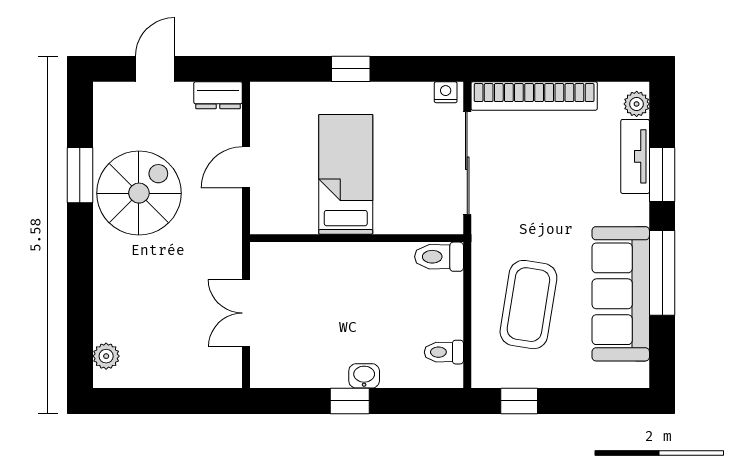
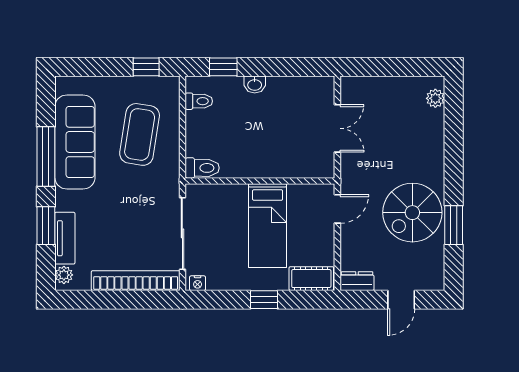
cot: (283, 99) -> (311, 279), added
door: (246, 167) -> (337, 209), moved
window: (350, 401) -> (223, 67), moved

